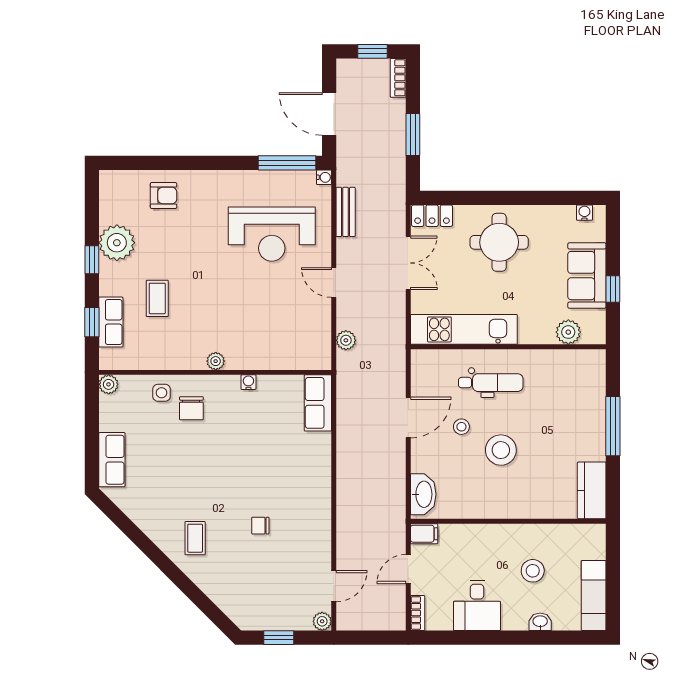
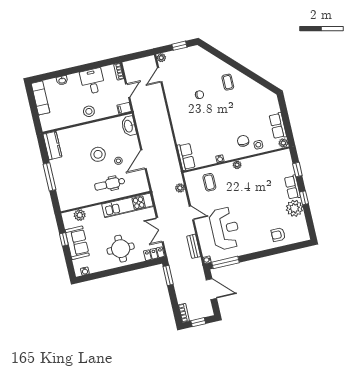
window: (413, 135) -> (168, 275), moved
reception desk: (272, 234) -> (225, 228), turned 90
coffee table: (157, 298) -> (209, 182), moved
row of seats: (111, 322) -> (292, 187), moved
row of seats: (112, 460) -> (278, 126), moved
stool: (533, 571) -> (89, 111), moved

